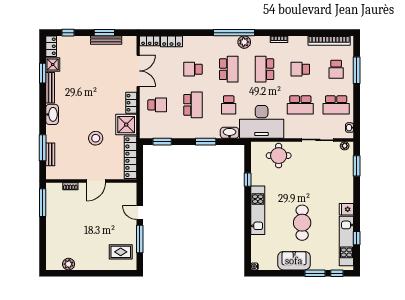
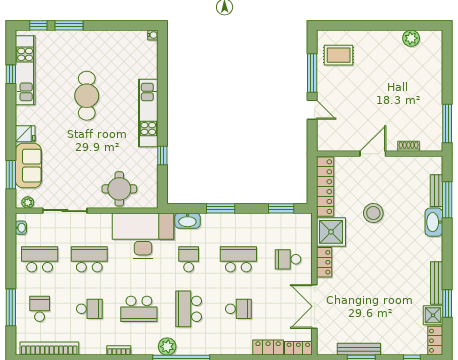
school desk: (265, 69) -> (139, 309), turned 90
school desk: (193, 105) -> (238, 259), turned 90
washbasin: (52, 114) -> (434, 222), moved
fridge: (346, 209) -> (25, 134), moved
sofa: (294, 261) -> (28, 166), moved, turned -90

